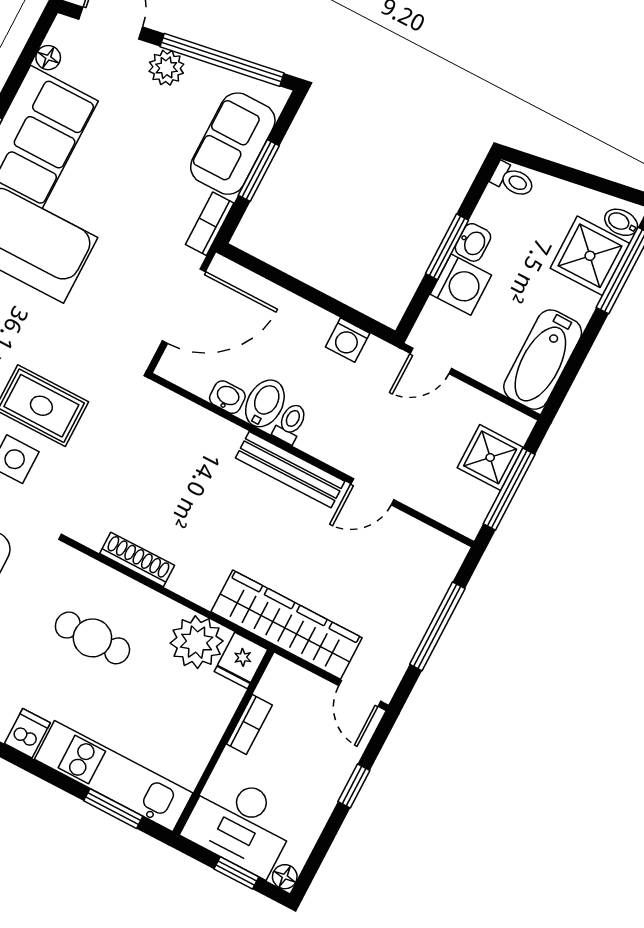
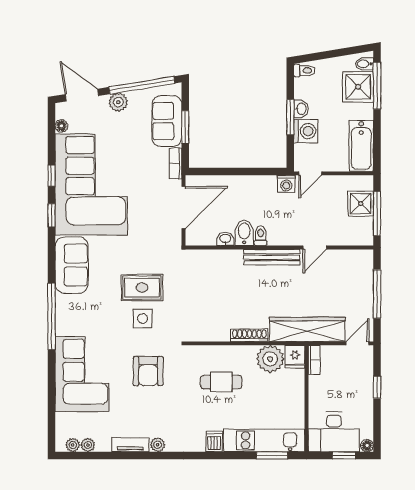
washing machine: (348, 340) -> (286, 184), moved
shoe rack: (137, 559) -> (249, 335), moved
door: (360, 693) -> (357, 343), swing flipped
bookcase: (249, 724) -> (314, 360), moved

